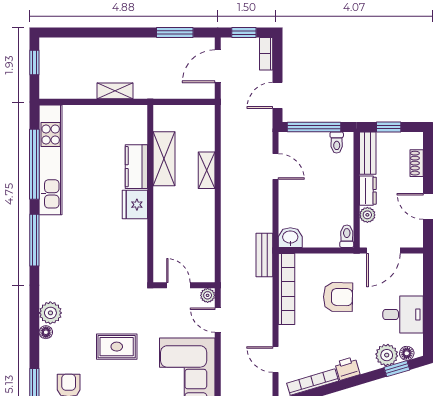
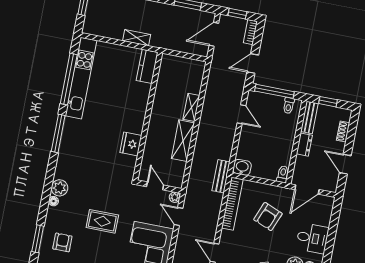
shelving: (164, 159) -> (183, 141), moved
kitchen counter: (136, 167) -> (147, 66), moved
fridge: (135, 205) -> (131, 144), moved
plant: (367, 215) -> (301, 162), removed
armchair: (338, 297) -> (268, 217), turned 111

